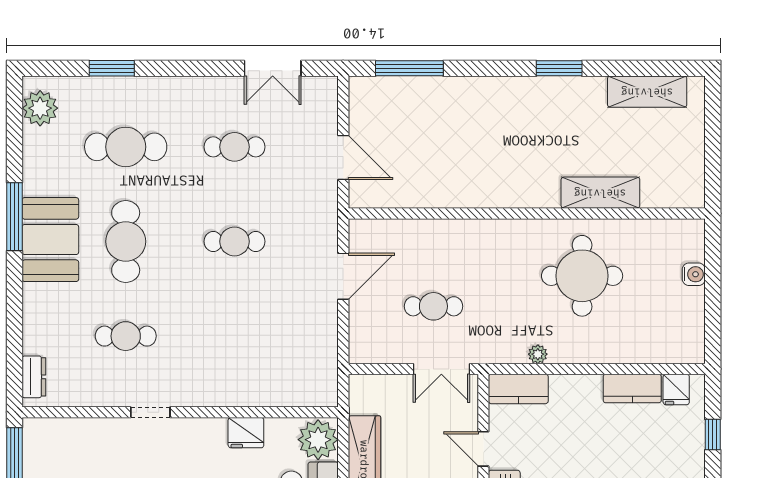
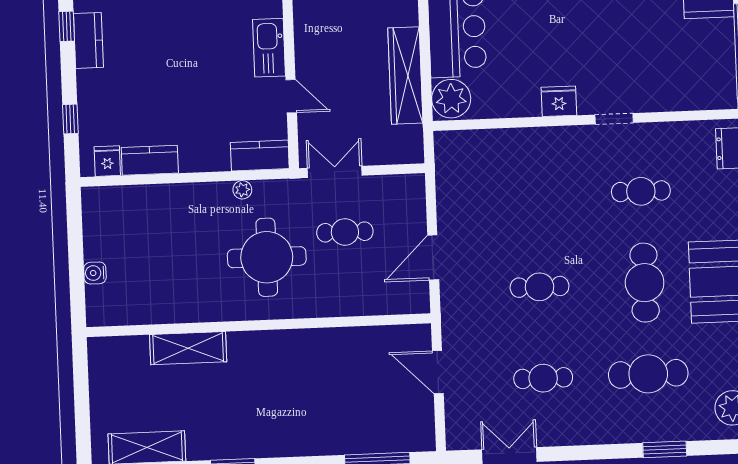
round table: (582, 276) -> (267, 257), moved
fridge: (246, 433) -> (559, 101), moved

